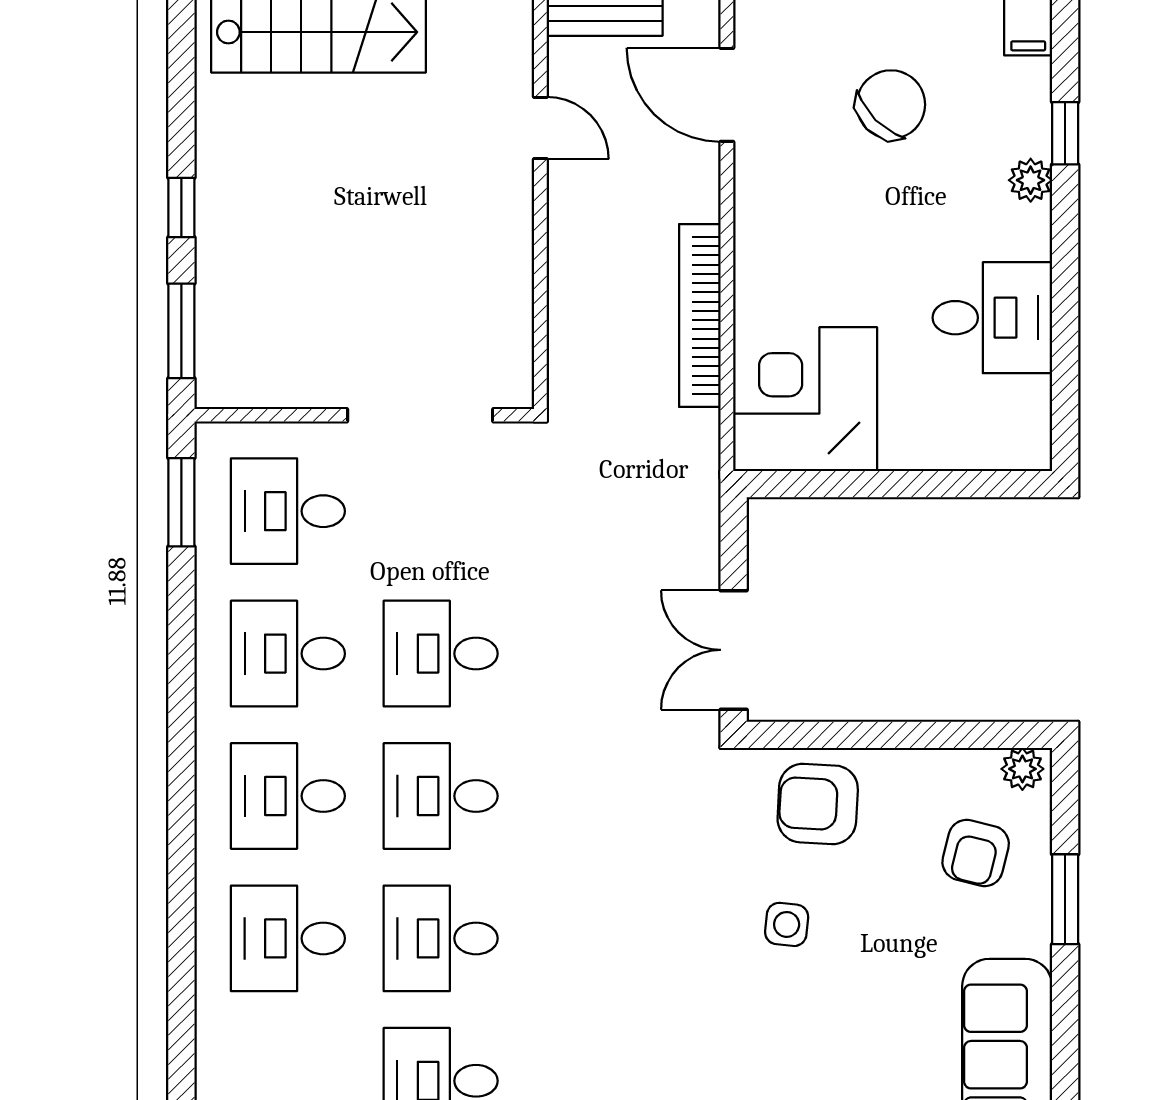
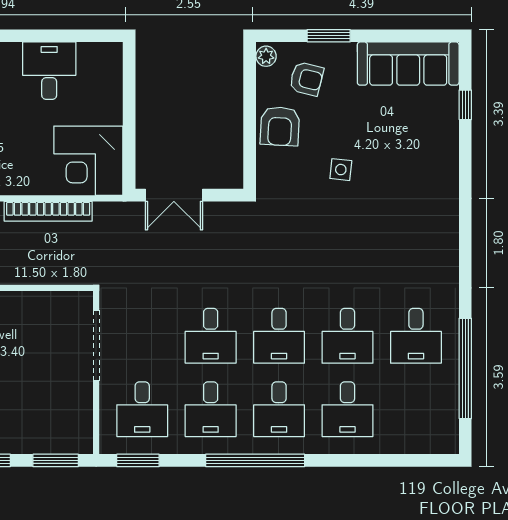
double door: (734, 650) -> (174, 195), moved
window: (181, 746) -> (255, 460), added
armchair: (818, 804) -> (280, 126), moved

